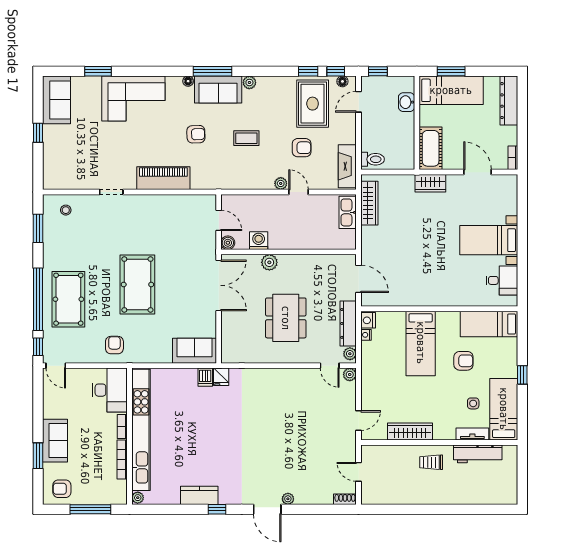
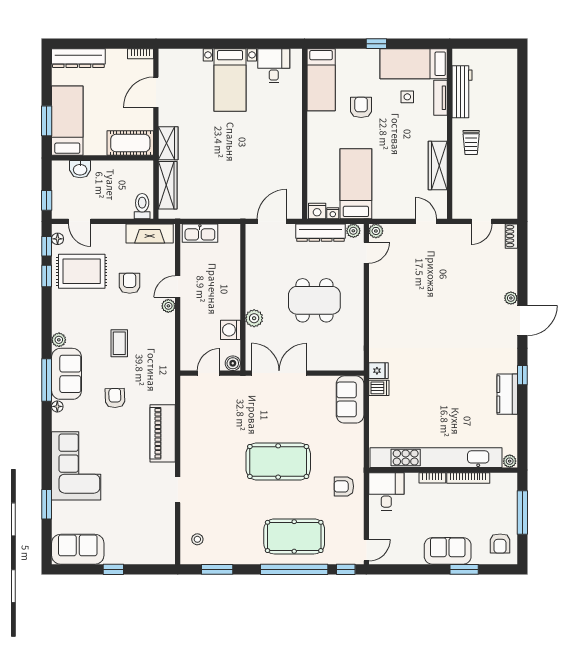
wardrobe: (369, 203) -> (168, 185), moved, turned 90
bed: (421, 343) -> (356, 184), moved, turned -90
desk: (110, 390) -> (386, 491), width x0.73

